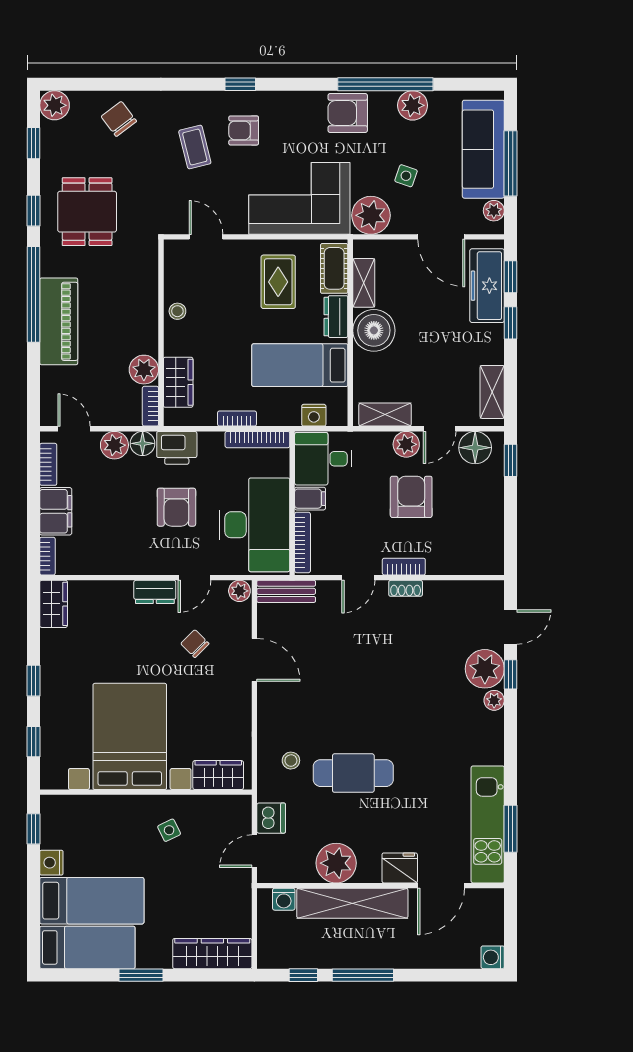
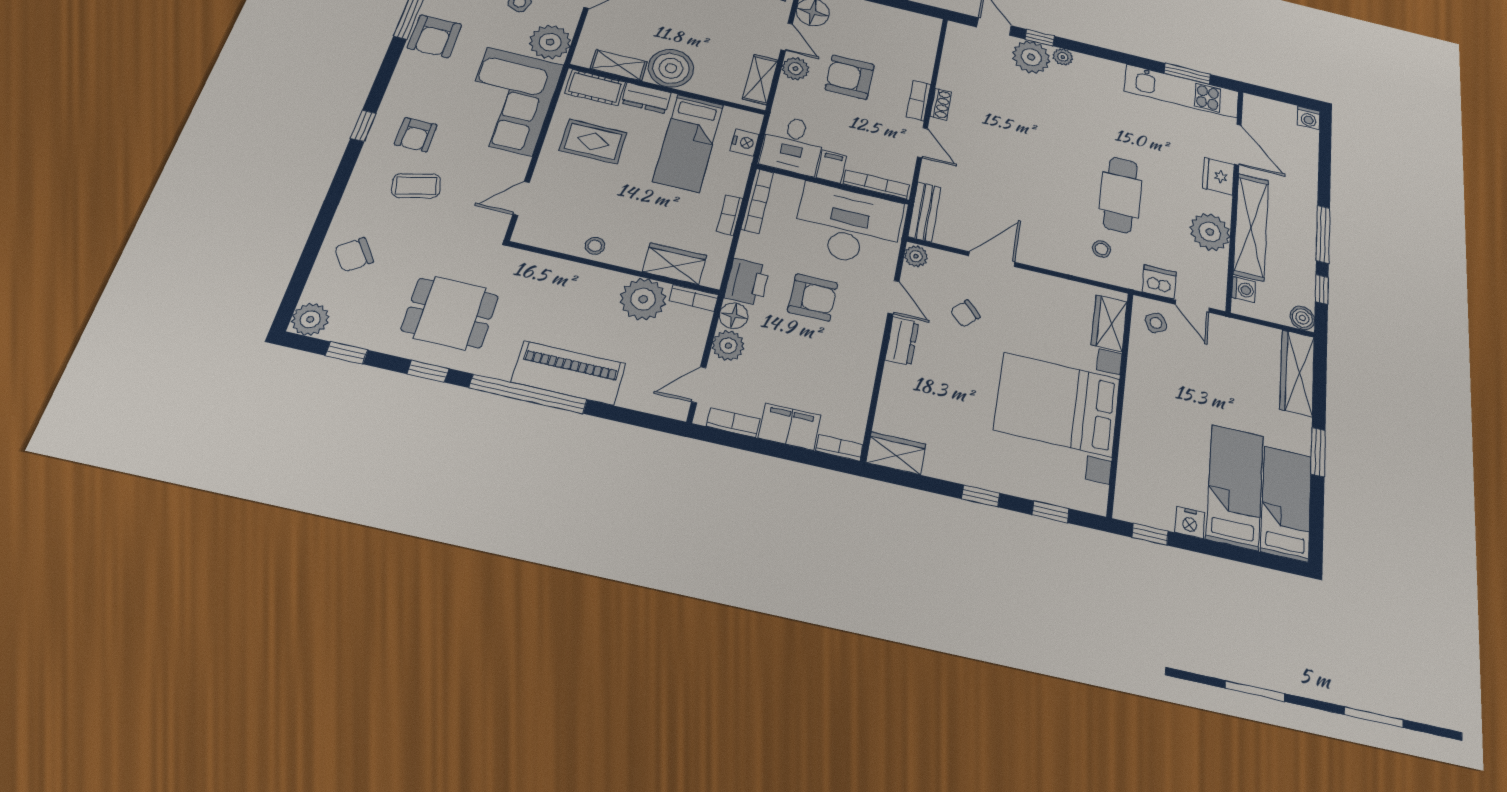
plant: (144, 370) -> (643, 299), width x1.36, depth x1.36
side table: (169, 830) -> (1156, 323), moved
boiler: (269, 957) -> (1302, 318), added

